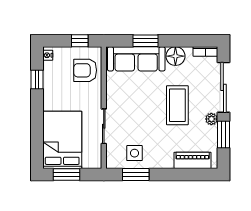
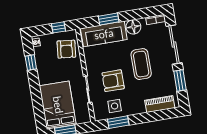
armchair: (85, 70) -> (66, 49), turned -84
plant: (211, 119) -> (169, 70), removed
armchair: (138, 121) -> (113, 81), added

